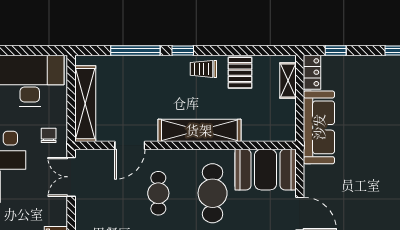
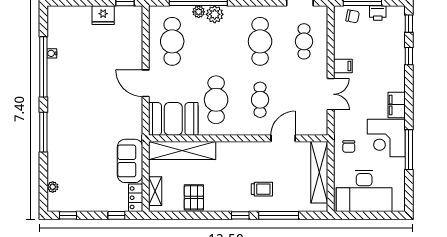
trolley: (203, 69) -> (262, 189), moved
sofa: (319, 127) -> (130, 161), width x0.73
shelving: (199, 130) -> (182, 151), moved
double door: (71, 177) -> (331, 94), moved

